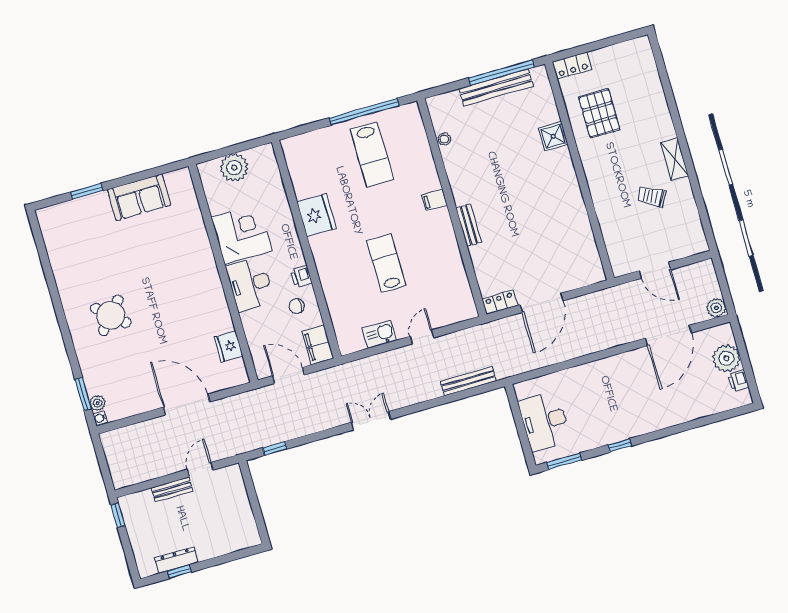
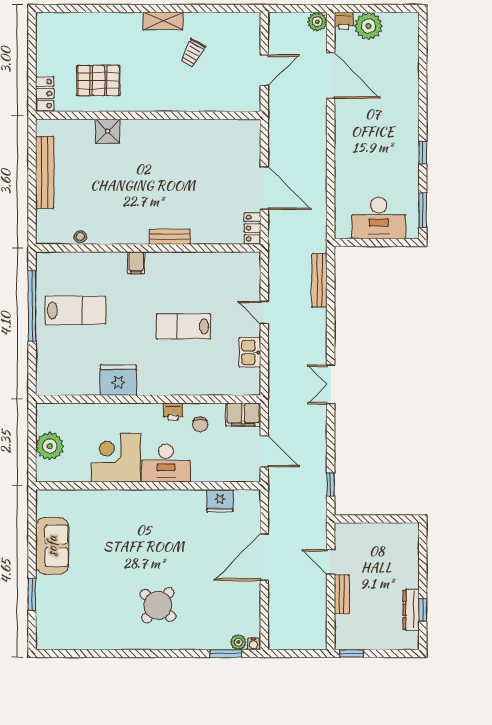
window: (501, 72) -> (32, 163), removed
door: (288, 375) -> (264, 451), swing flipped
printer: (738, 381) -> (344, 21), moved

